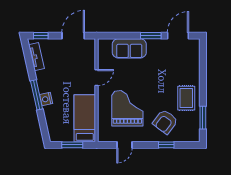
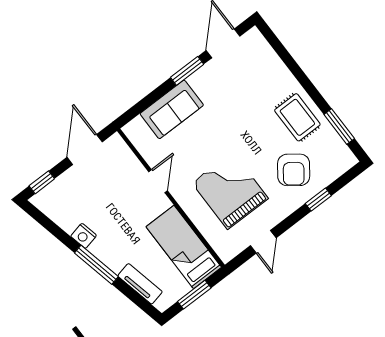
tv unit: (36, 57) -> (140, 284), moved
nightstand: (46, 99) -> (84, 236), moved

